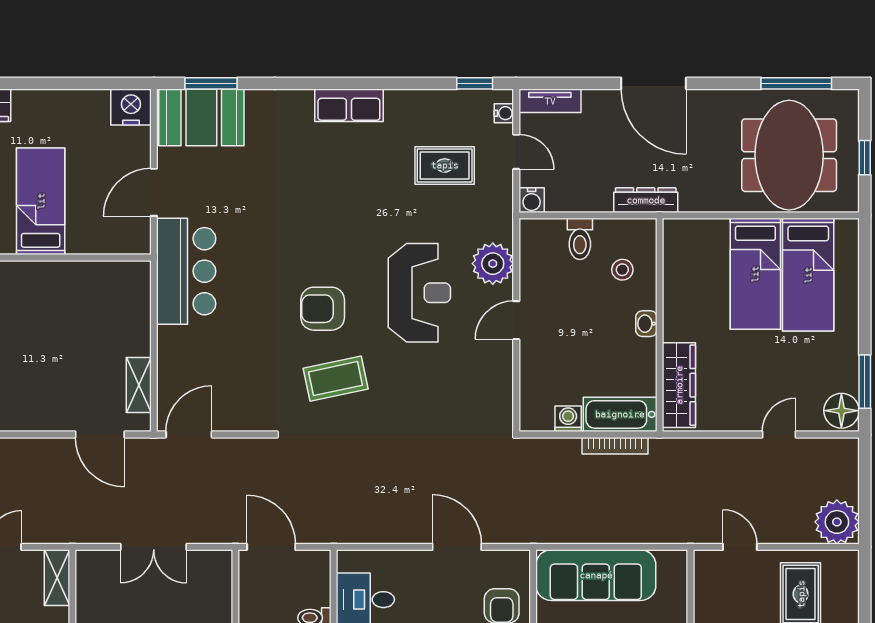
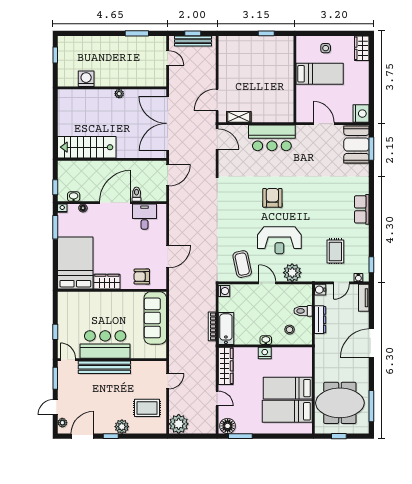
dresser: (646, 200) -> (320, 320), moved
bar counter: (186, 271) -> (272, 138), moved
nightstand: (676, 326) -> (265, 353), added
coffee table: (336, 379) -> (242, 264), moved
wardrobe: (679, 385) -> (226, 366), moved, turned -90
washing machine: (568, 419) -> (224, 291), moved
double door: (154, 547) -> (168, 123), width x1.87
shelving: (57, 578) -> (154, 81), removed

